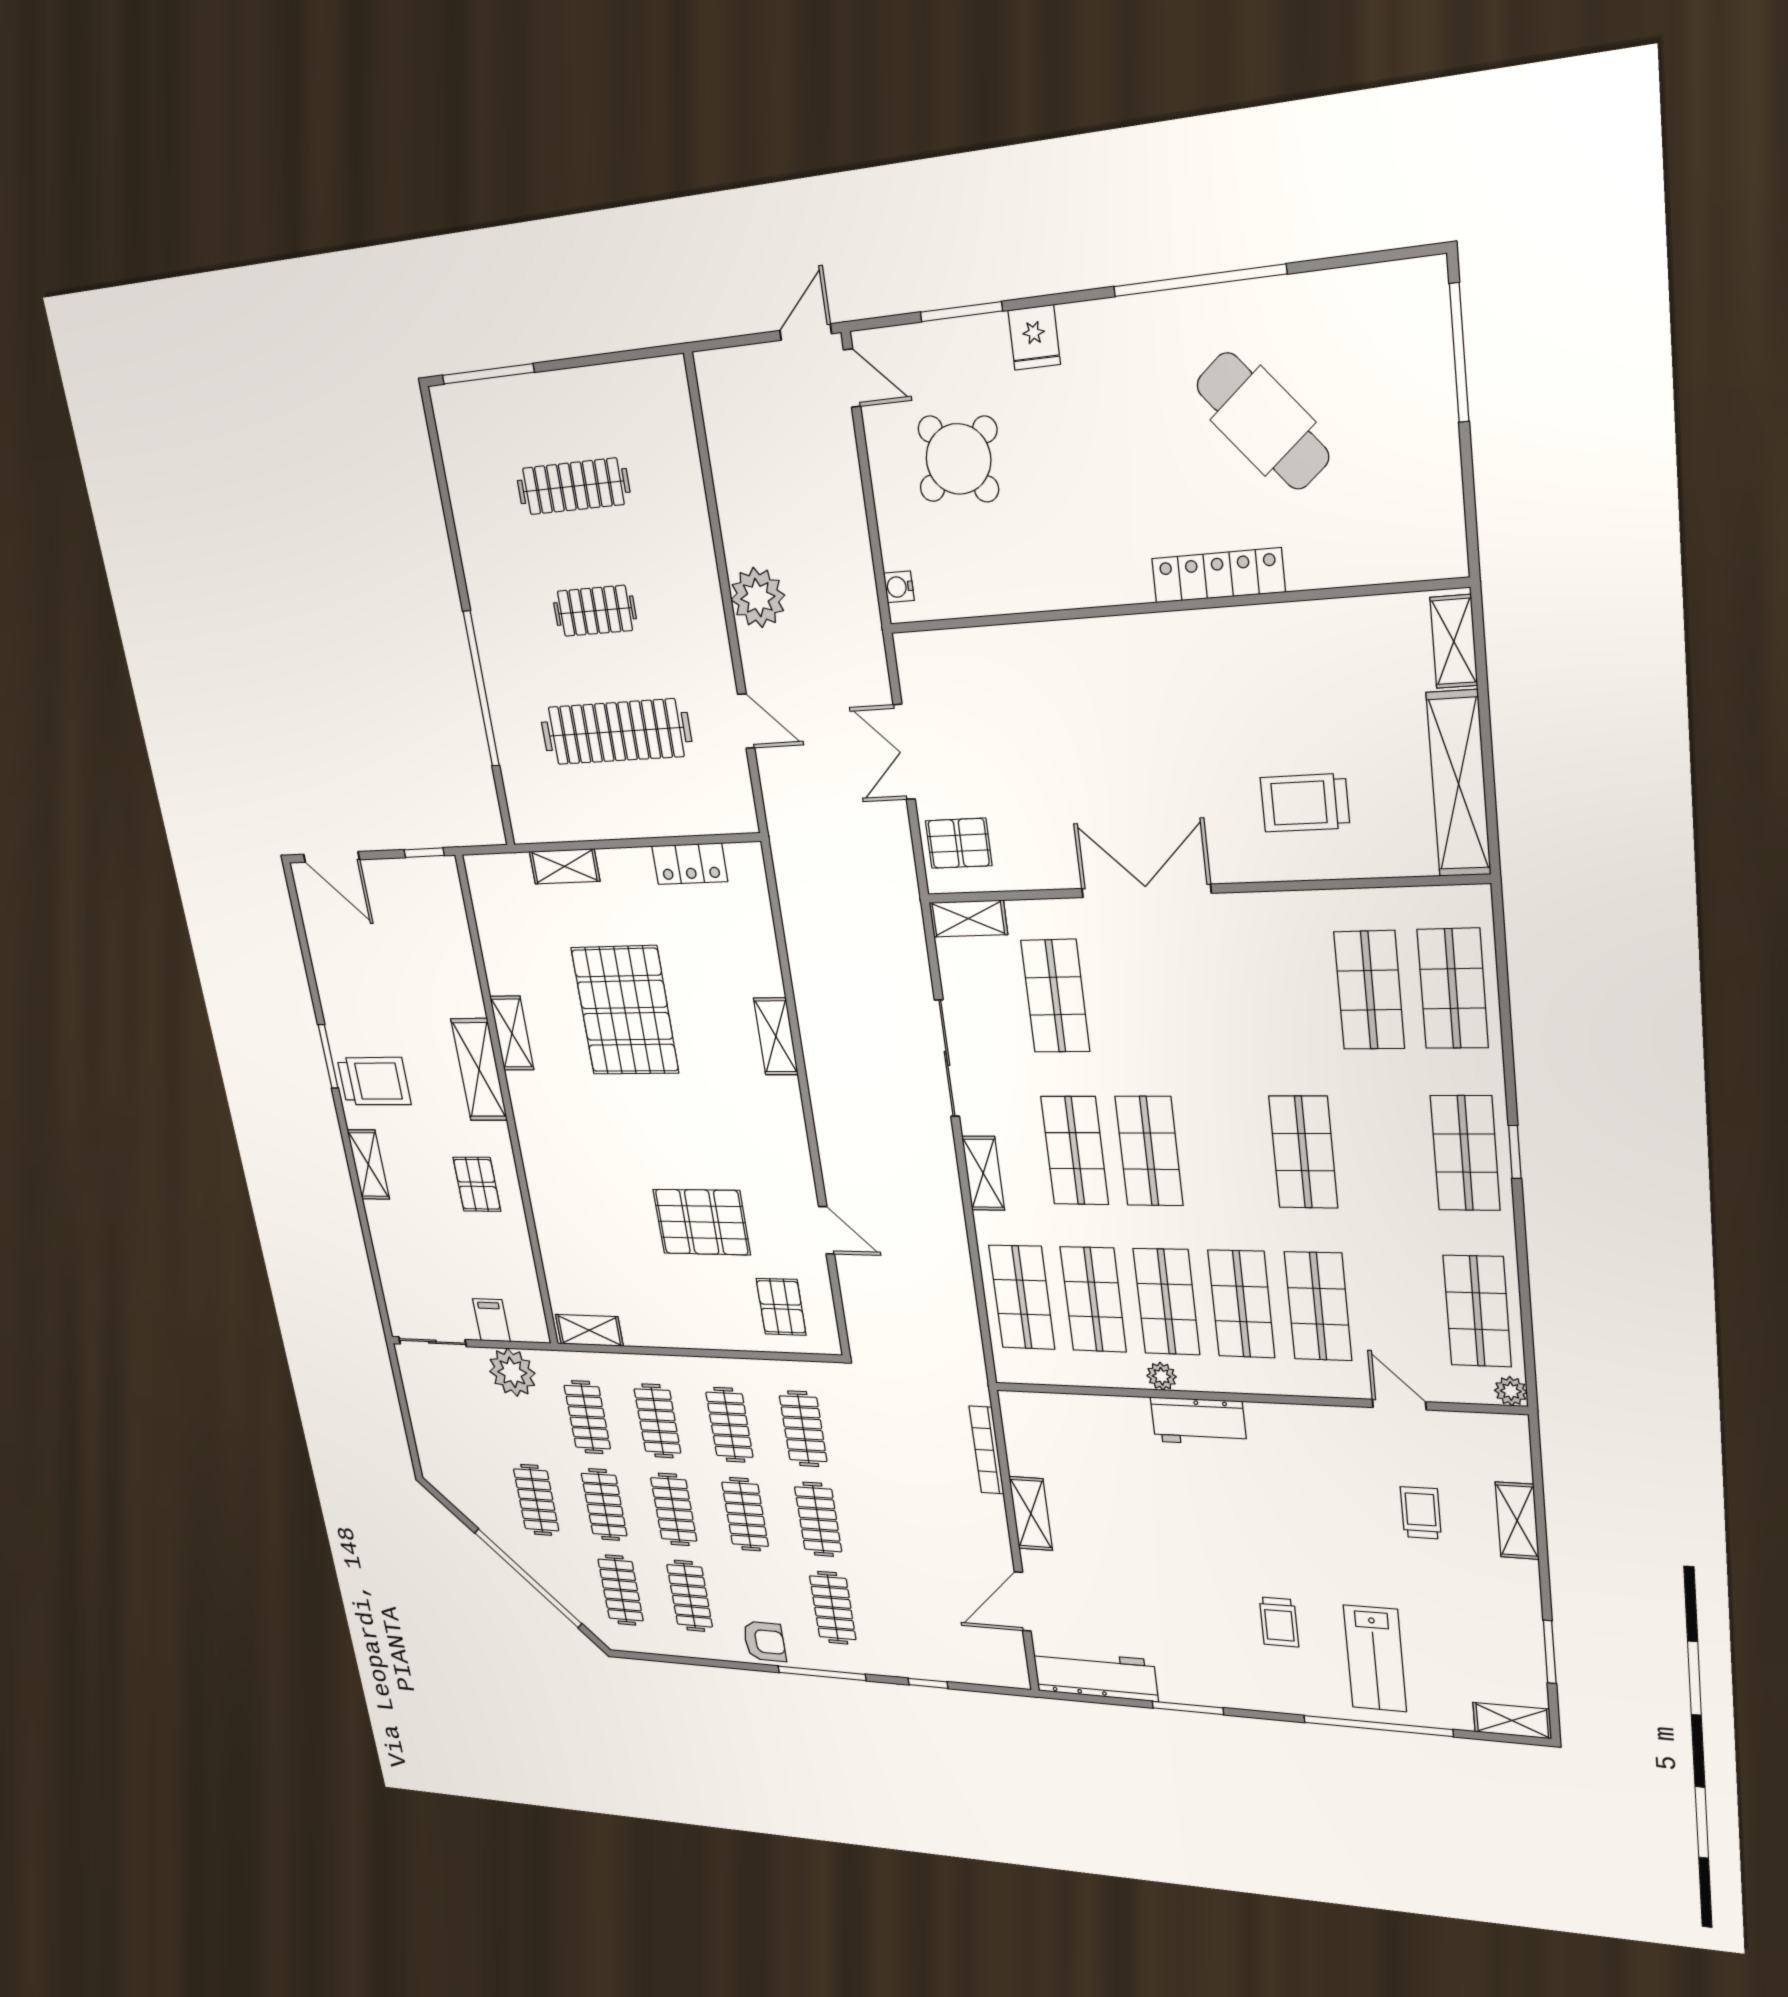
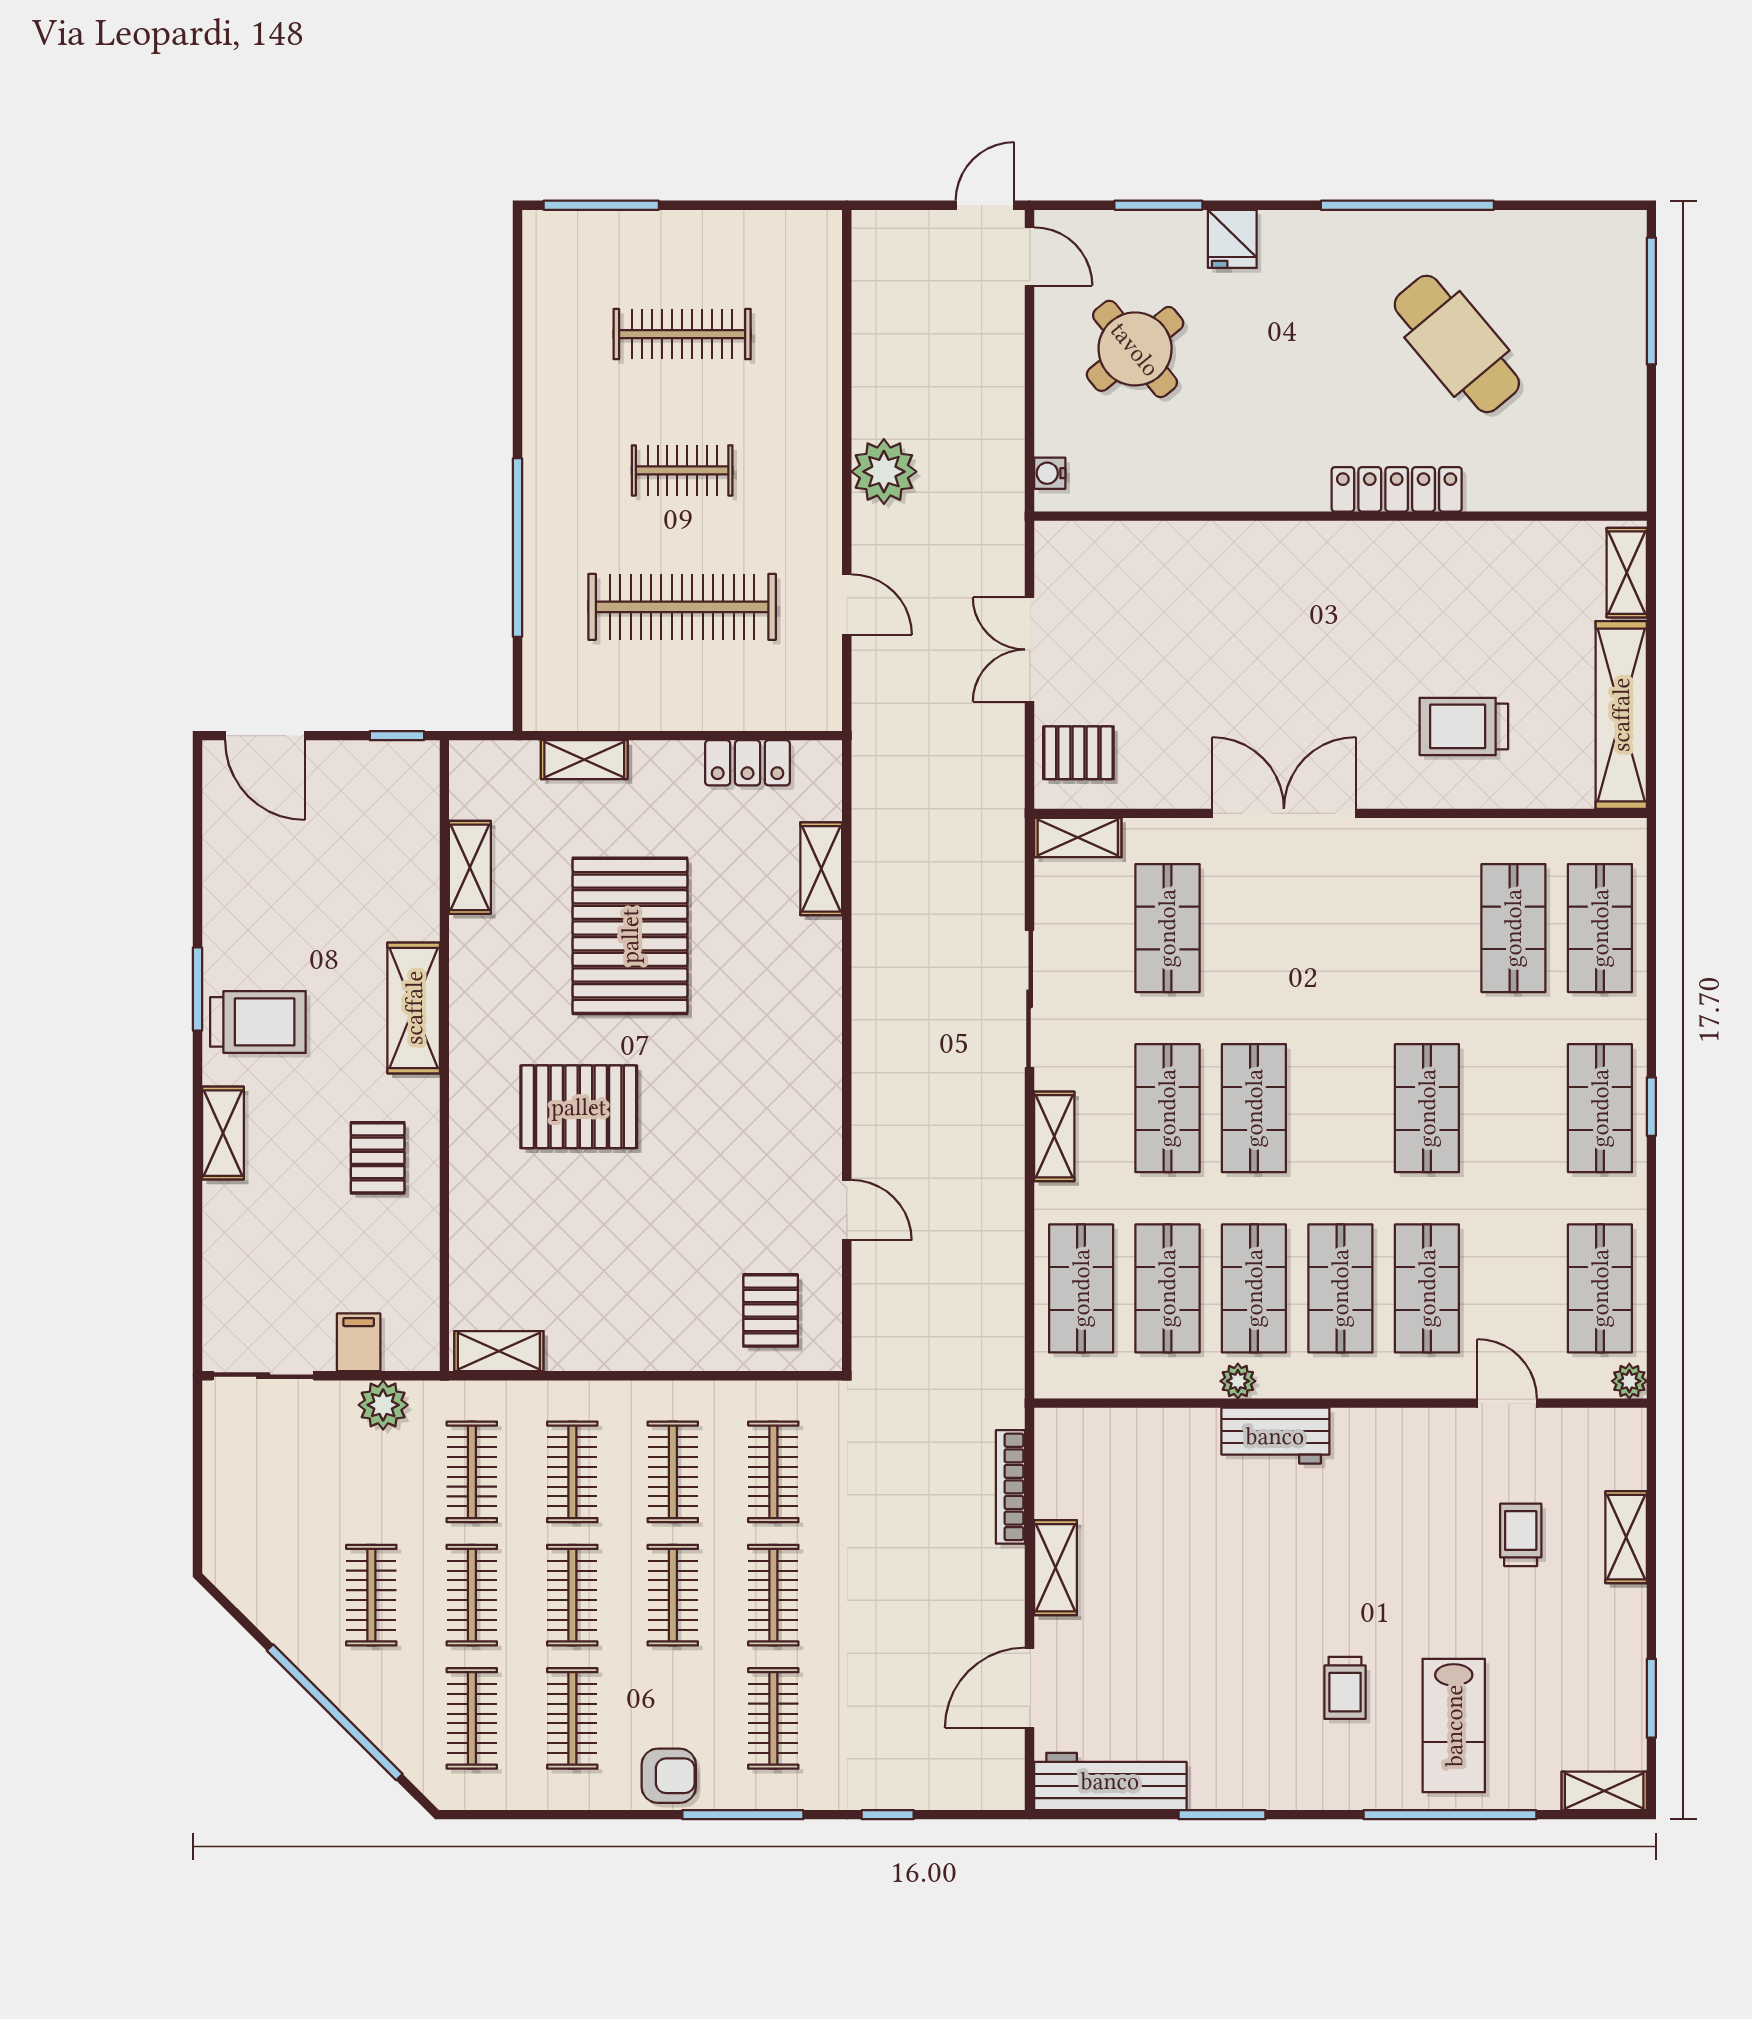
shelving: (512, 1033) -> (470, 867), moved
shelving: (776, 1036) -> (821, 869), moved
pallet: (702, 1222) -> (579, 1107), moved
plant: (512, 1372) -> (383, 1405), width x0.73, depth x0.73

